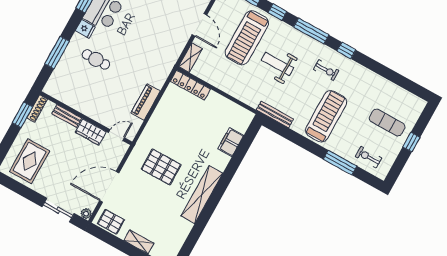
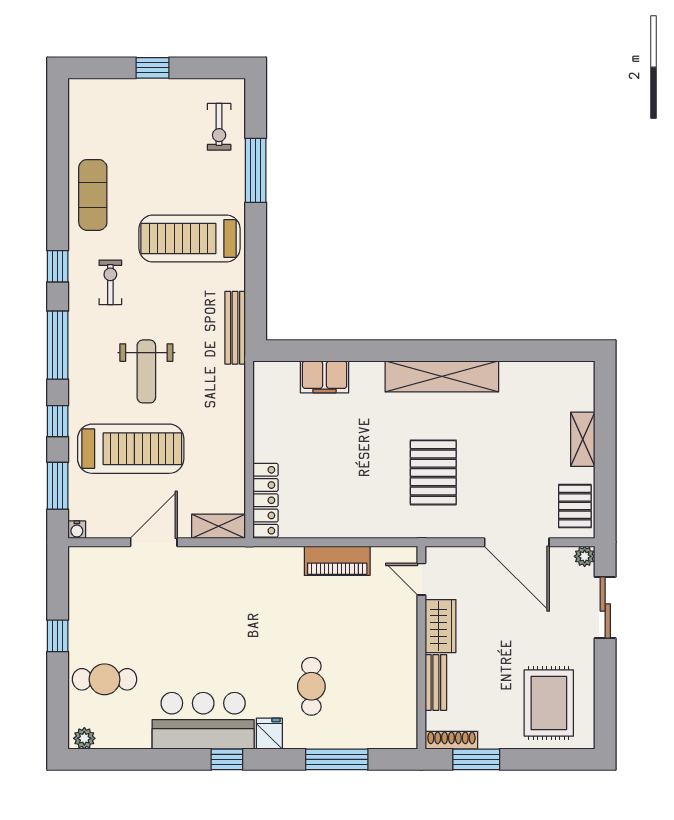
exercise mat: (387, 123) -> (93, 195), moved
rug: (30, 161) -> (549, 703), turned 90

